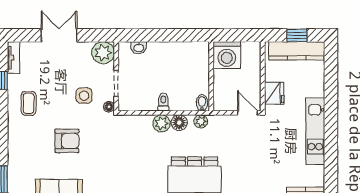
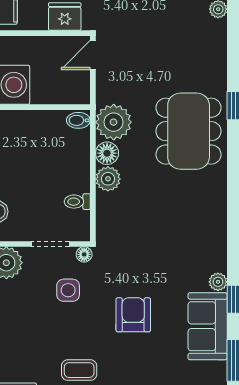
toilet: (163, 102) -> (77, 202), moved
plant: (201, 121) -> (114, 122), width x1.87, depth x1.87

